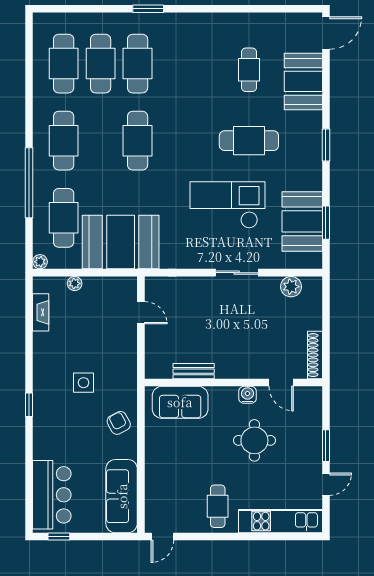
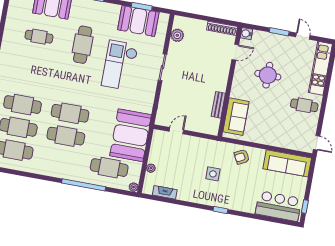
cafe table: (64, 141) -> (66, 136), moved
water cooler: (247, 395) -> (246, 34), moved

